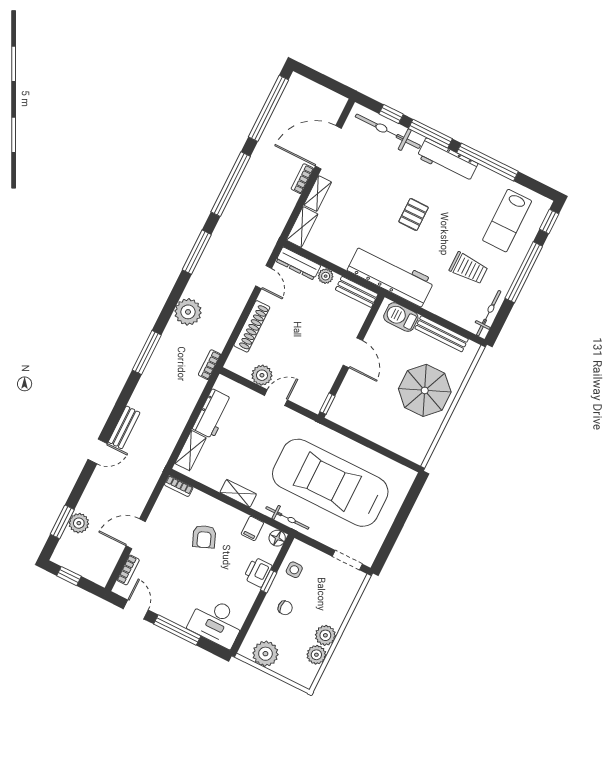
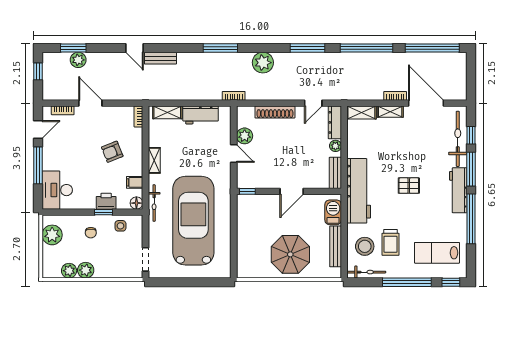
stool: (458, 300) -> (365, 246), added

